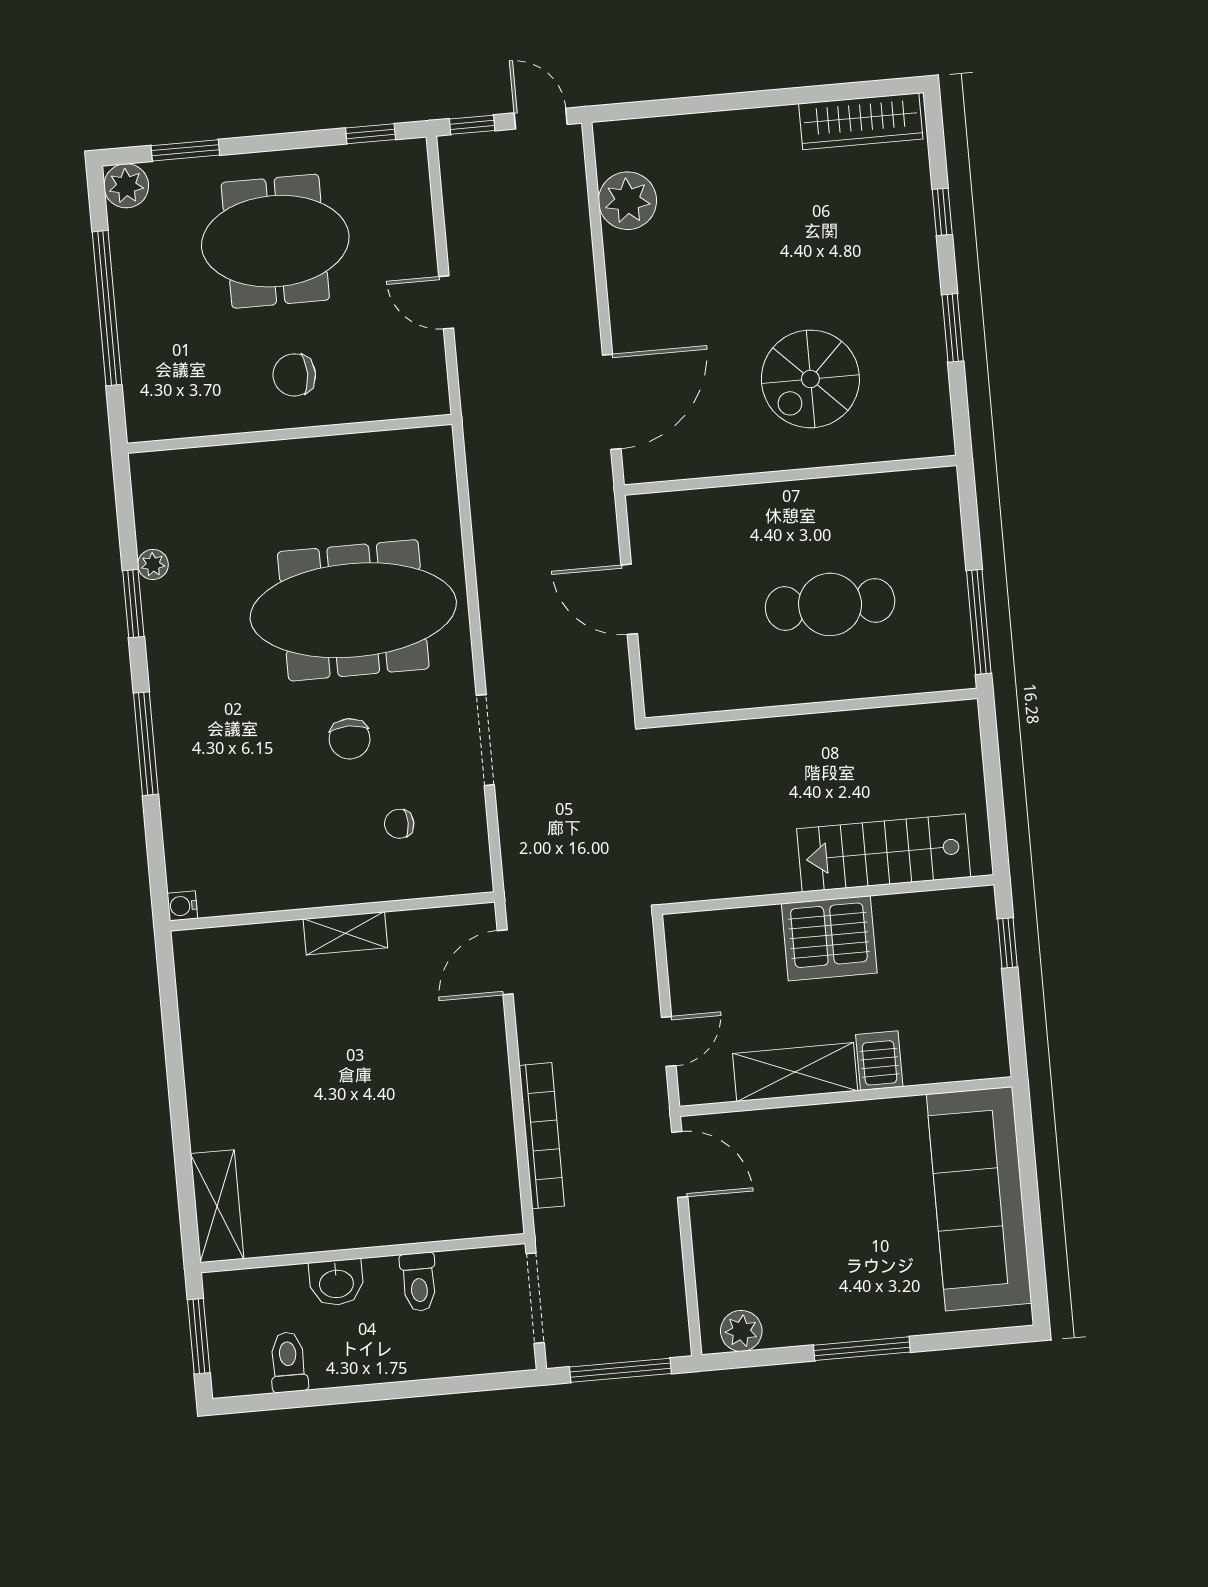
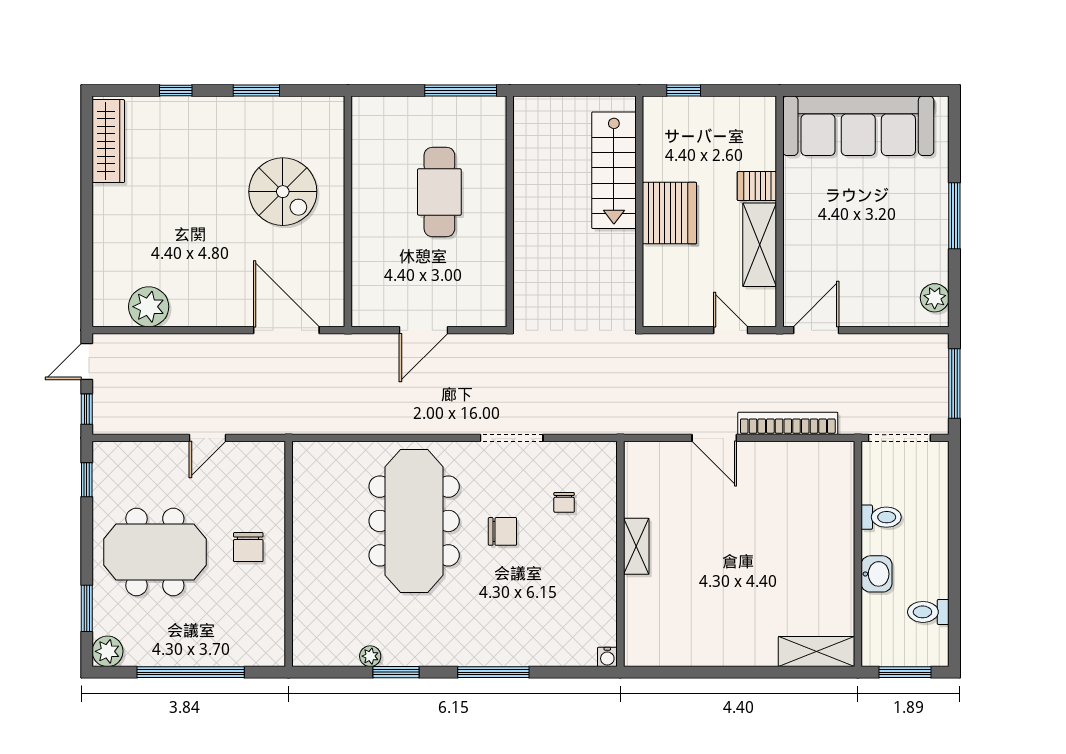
meeting table: (275, 241) -> (155, 552), turned 90
door: (505, 962) -> (714, 438), moved

